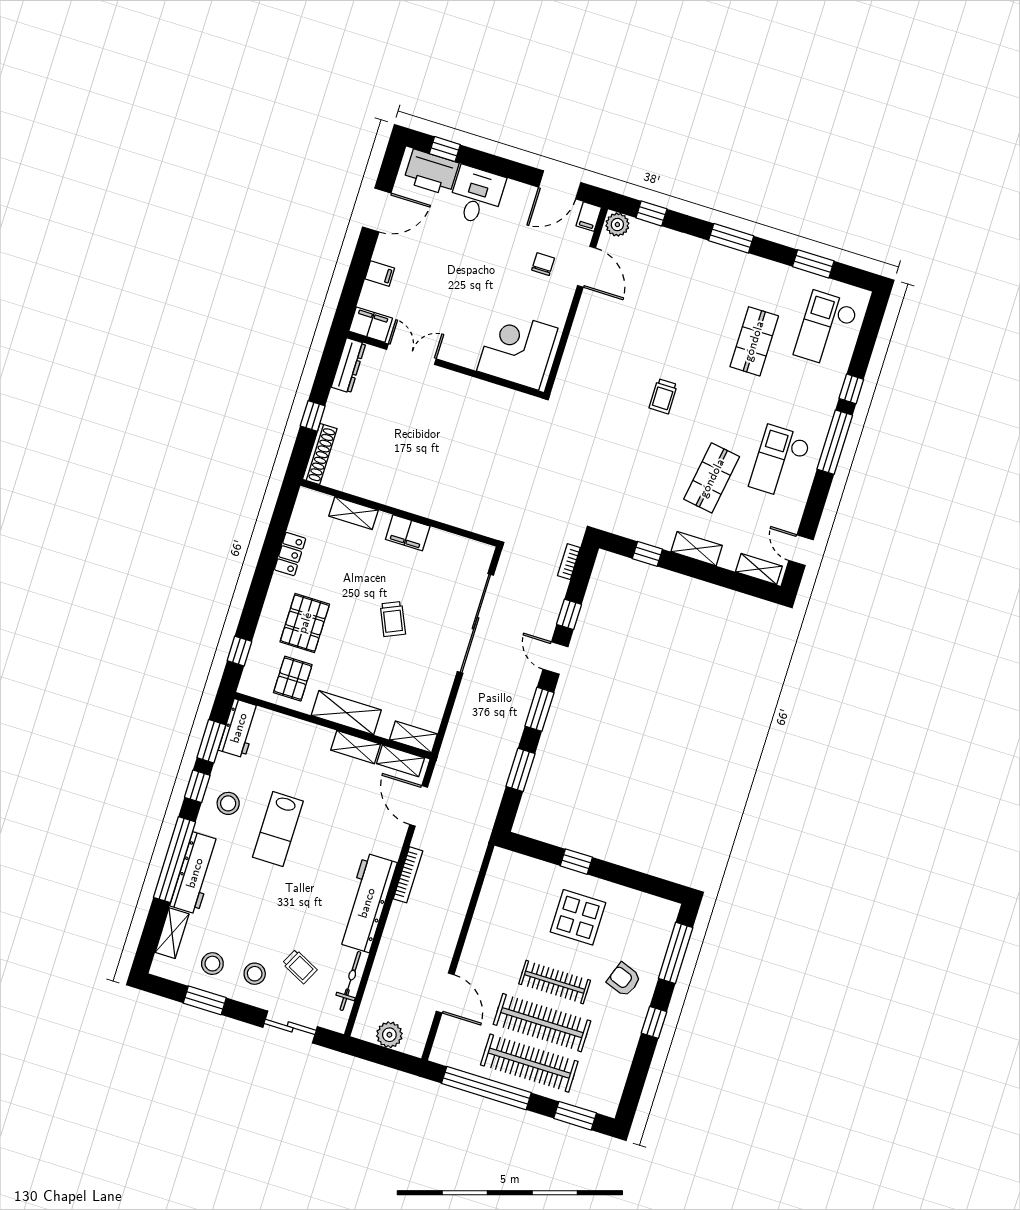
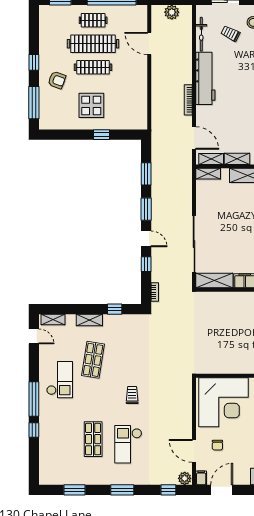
checkout: (826, 329) -> (128, 444), moved, turned 180
corner desk: (517, 350) -> (223, 402), width x1.36, depth x1.36
shelving: (460, 550) -> (214, 280), added
trolley: (393, 619) -> (238, 233), removed
clothes rail: (529, 1063) -> (93, 20), width x0.54, depth x0.76

